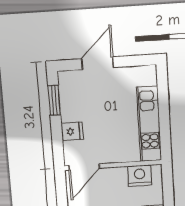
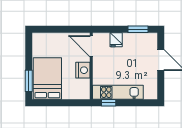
window: (165, 137) -> (109, 103), added
nightstand: (140, 176) -> (83, 70), moved

